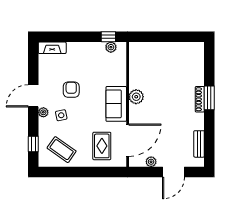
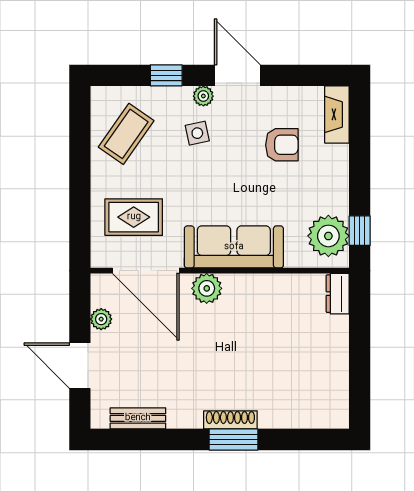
plant: (111, 47) -> (328, 236), width x1.88, depth x1.88
dresser: (139, 47) -> (338, 294), added
armchair: (71, 90) -> (282, 145), moved
plant: (136, 97) -> (207, 288), moved
sofa: (116, 104) -> (234, 247), width x1.36
window: (33, 144) -> (166, 75), moved

